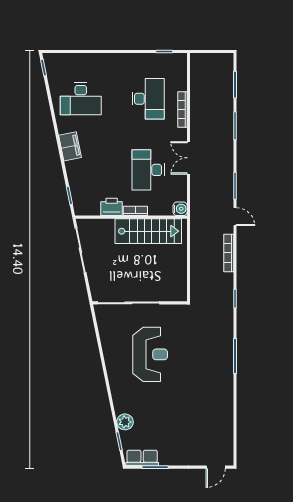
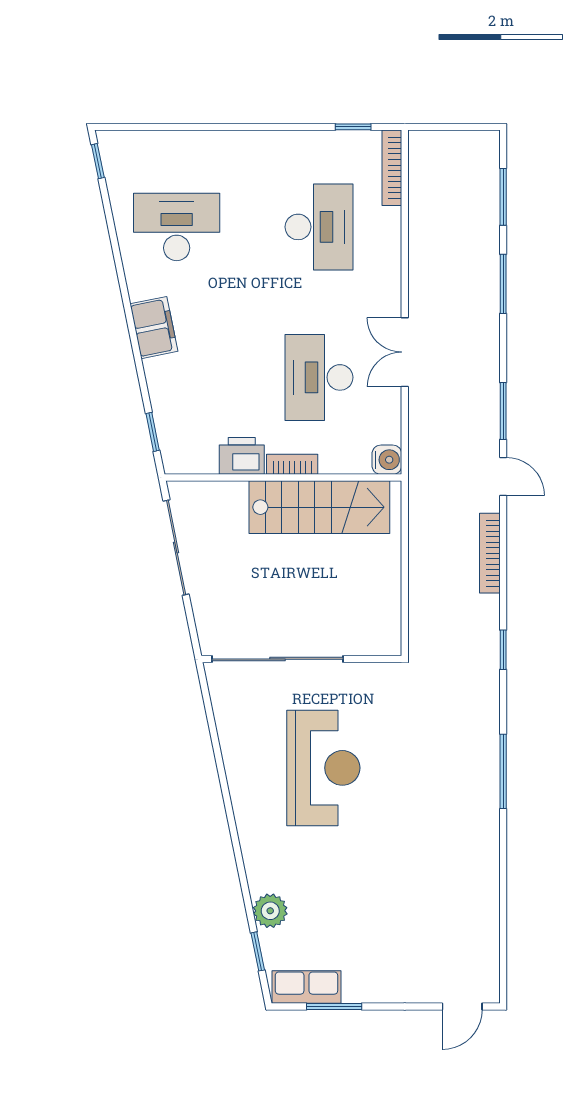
desk: (81, 99) -> (177, 227), turned 180
bookcase: (182, 110) -> (392, 168), moved

